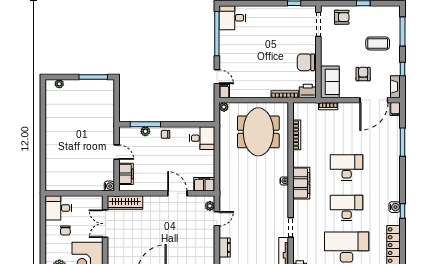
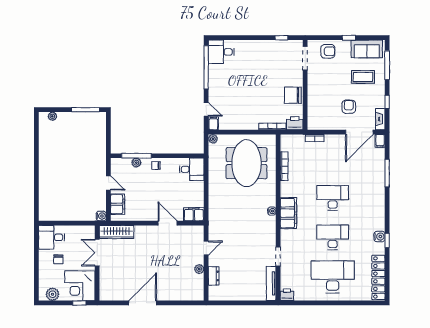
sofa: (330, 82) -> (367, 49), moved, turned 90
plant: (210, 206) -> (199, 269), moved

